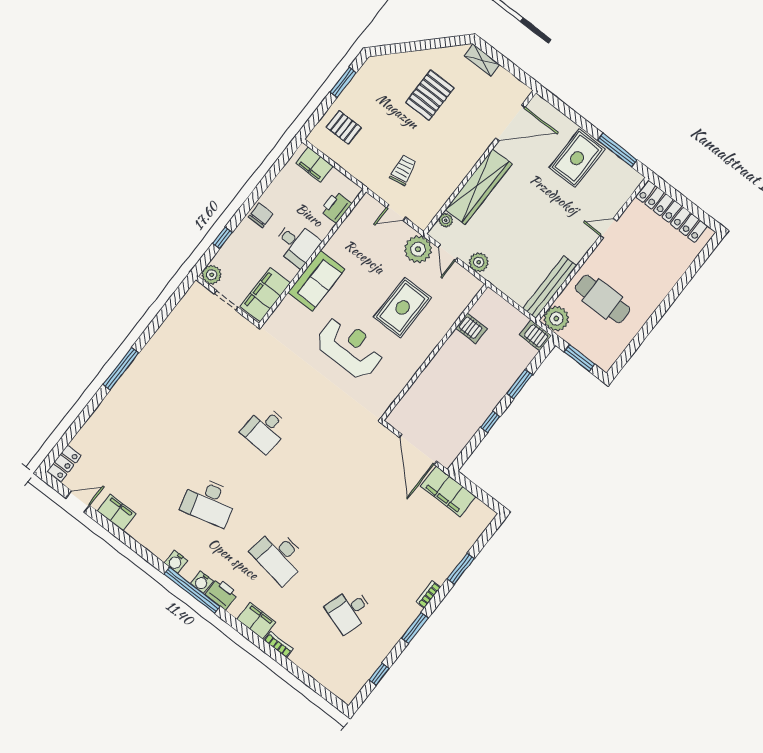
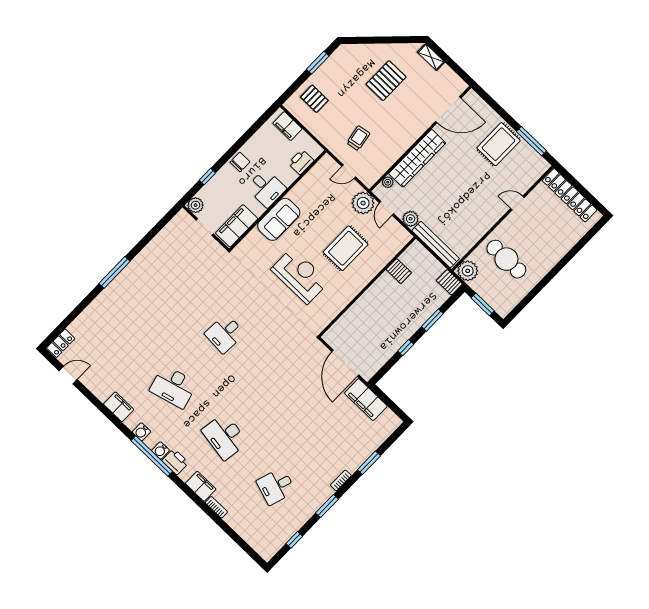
bench: (550, 287) -> (436, 245), moved, turned 90
filing cabinet: (116, 512) -> (119, 407), moved

